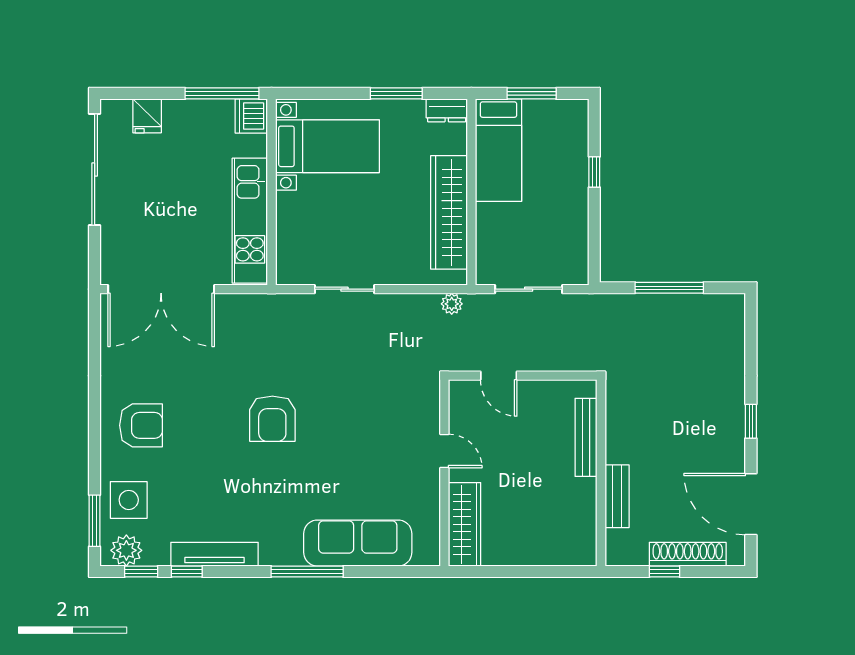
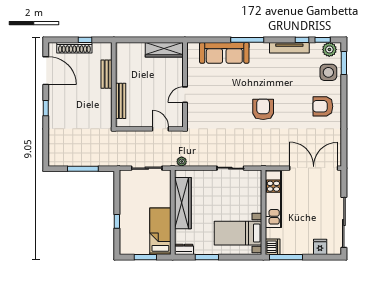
door: (444, 451) -> (185, 95), hinge flipped
wardrobe: (465, 524) -> (164, 50), moved, turned -90

